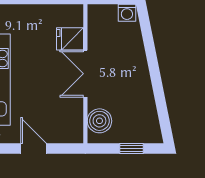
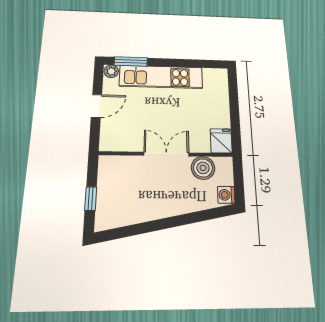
fridge: (70, 39) -> (221, 141), moved
boiler: (99, 121) -> (203, 168), moved

